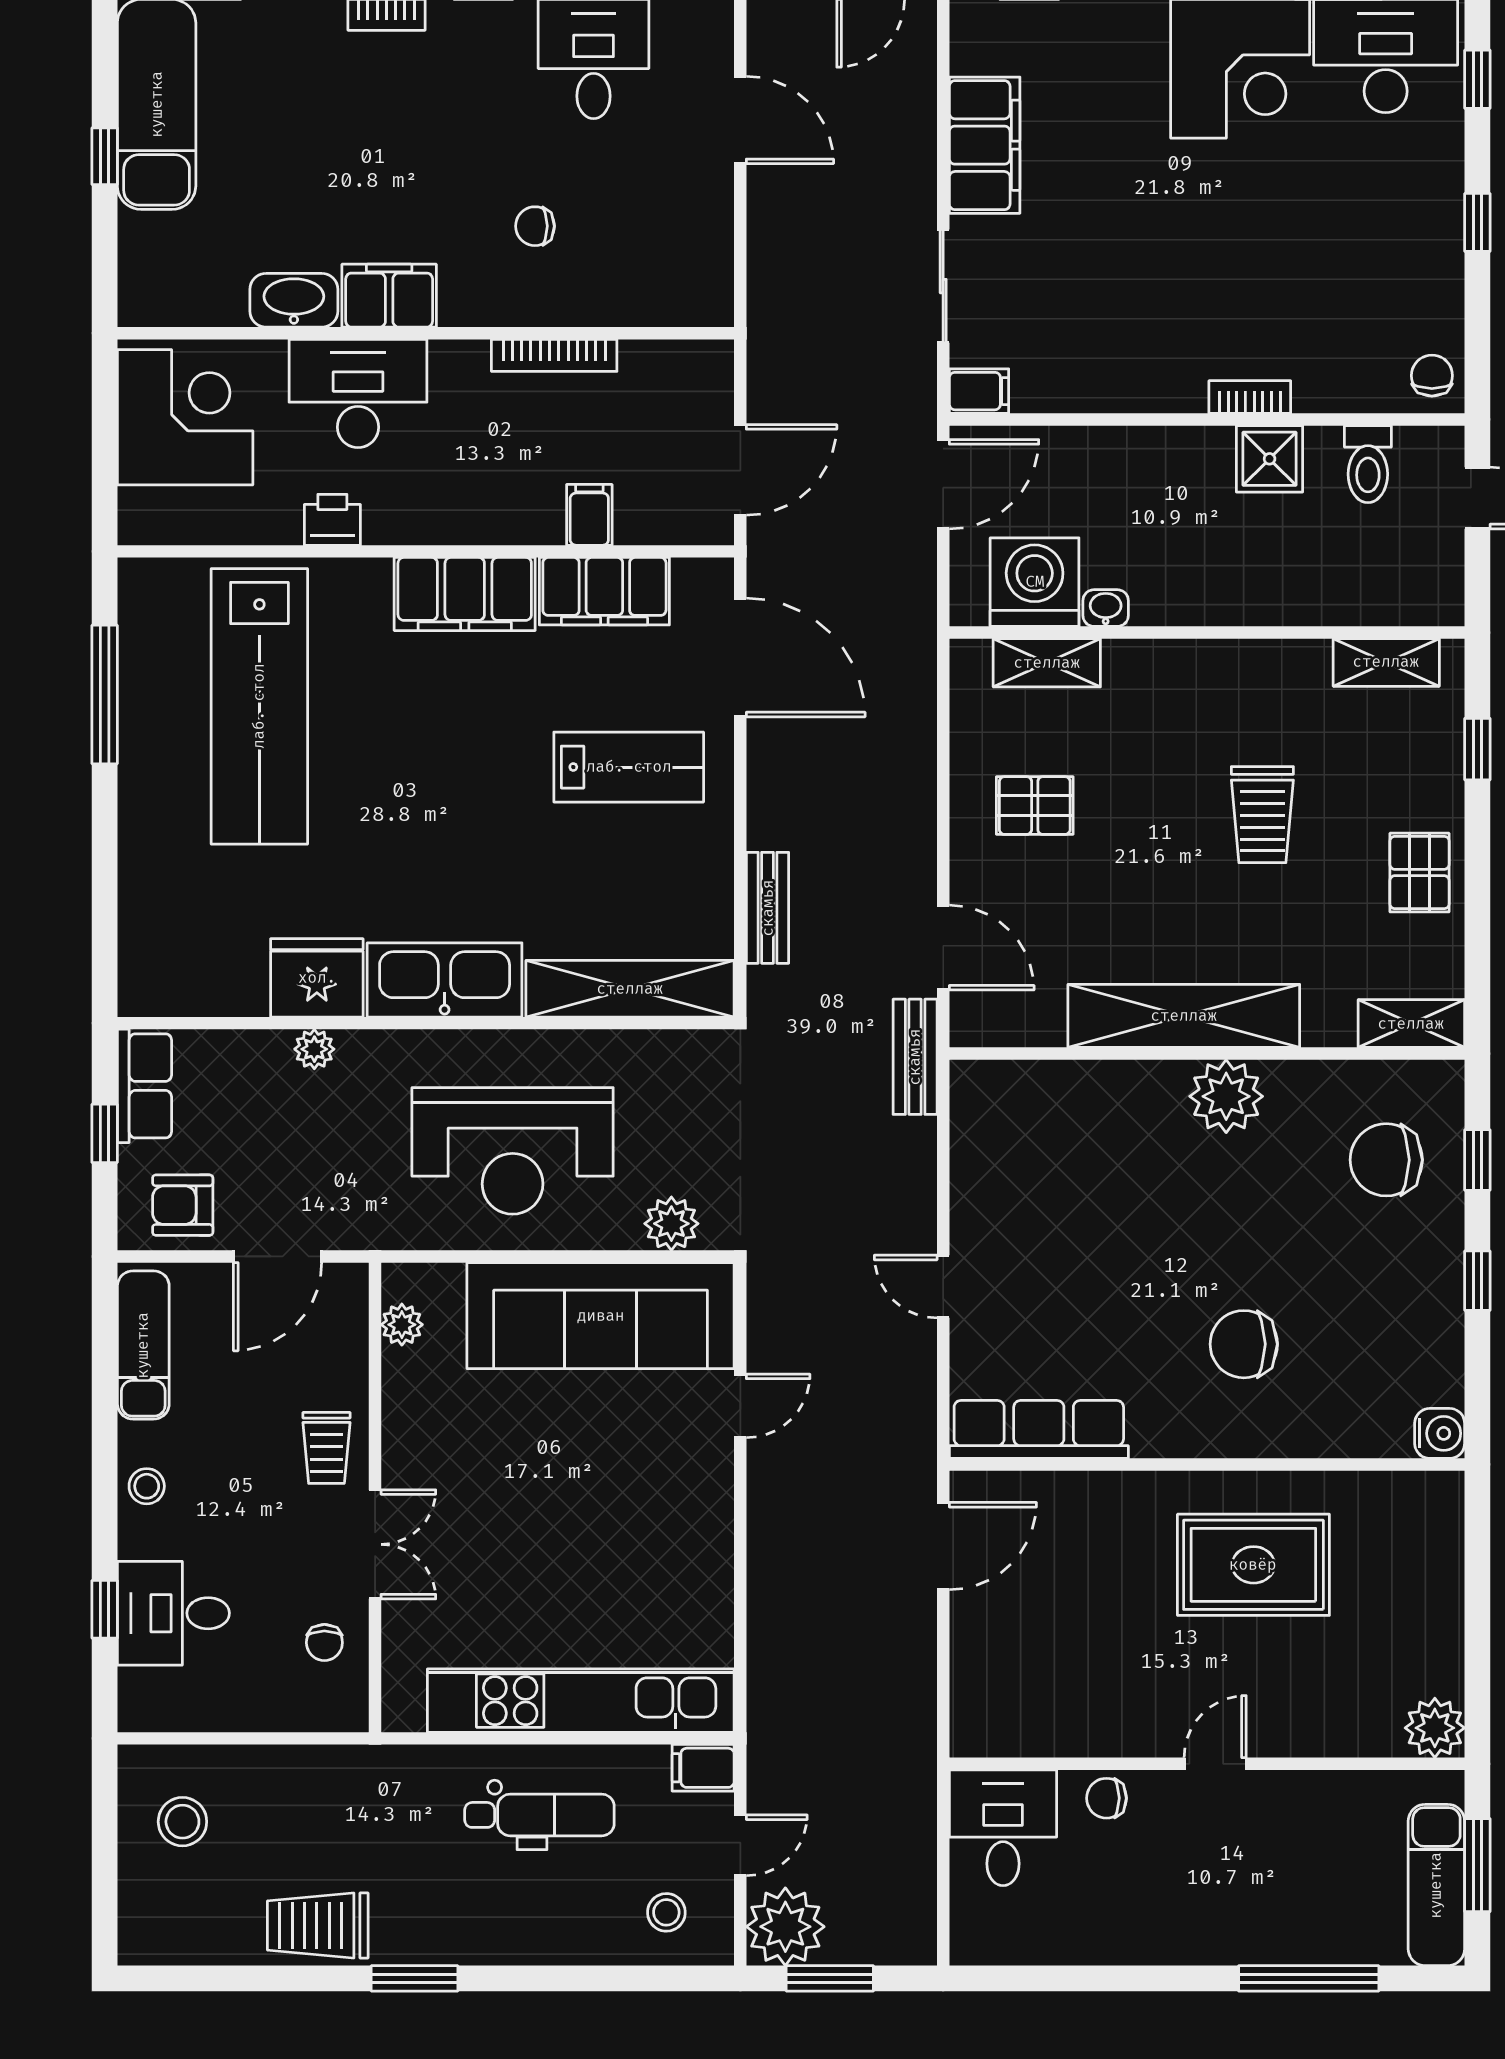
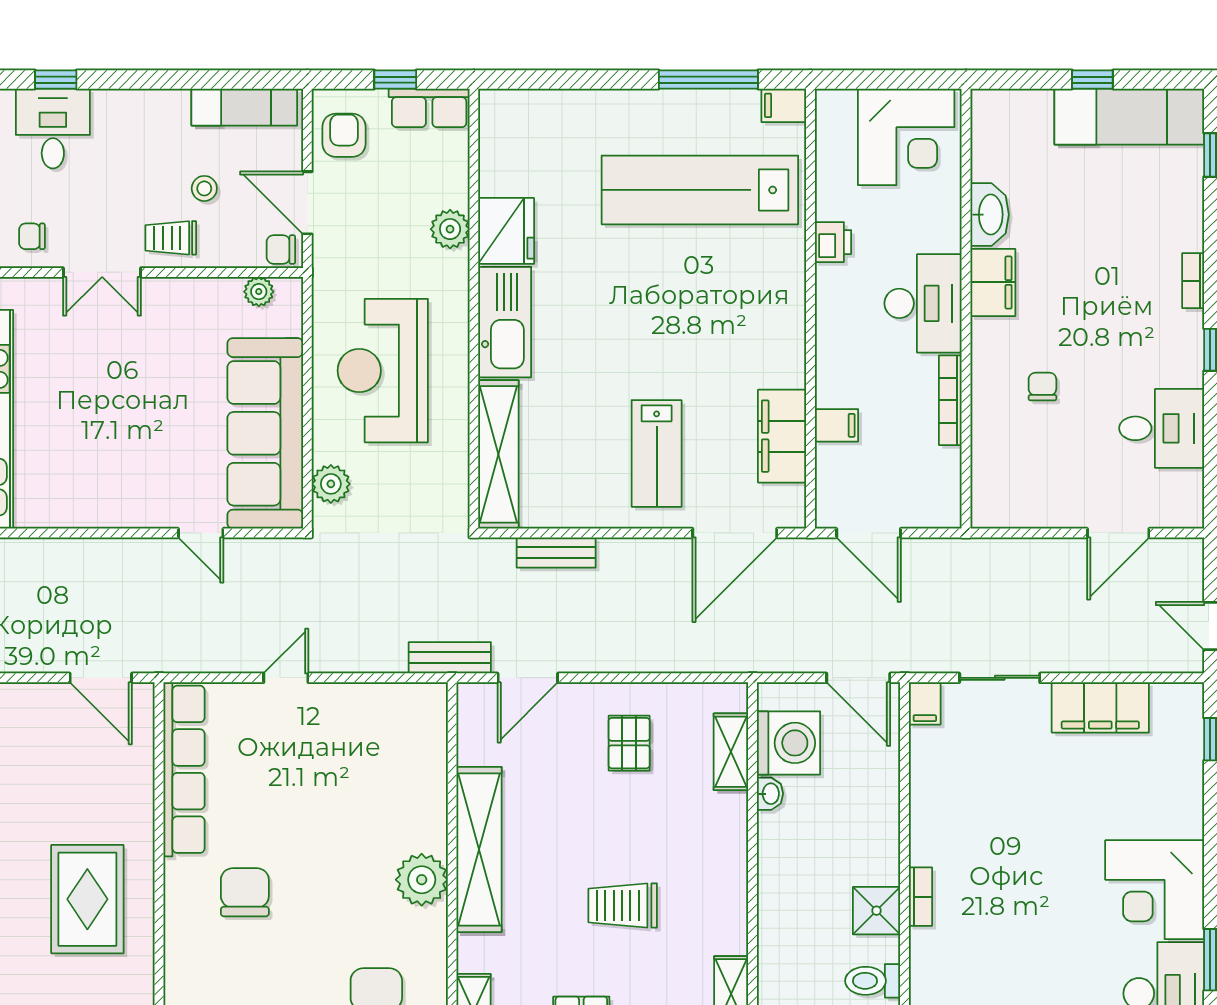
desk: (358, 393) -> (923, 303), moved
filing cabinet: (465, 594) -> (784, 105), moved, width x0.33, depth x0.86
plant: (314, 1049) -> (450, 229), width x1.38, depth x1.38
chair: (343, 1294) -> (281, 249), added
row of seats: (1039, 1429) -> (184, 769), width x1.36
stool: (147, 1486) -> (204, 188), moved

